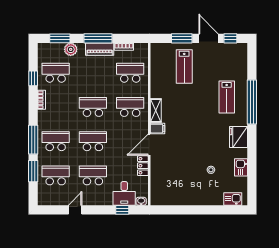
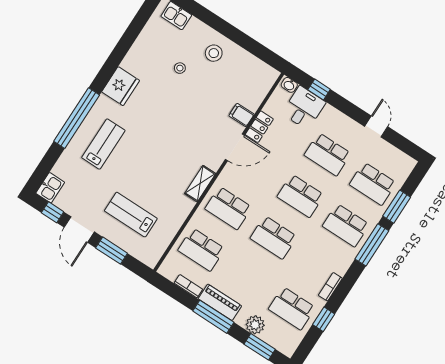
lab bench: (184, 66) -> (131, 215), turned -90
filing cabinet: (158, 129) -> (241, 115), moved
kitchen sink: (241, 167) -> (50, 188), moved
stool: (197, 191) -> (214, 53), added
door: (75, 210) -> (376, 127), swing flipped

